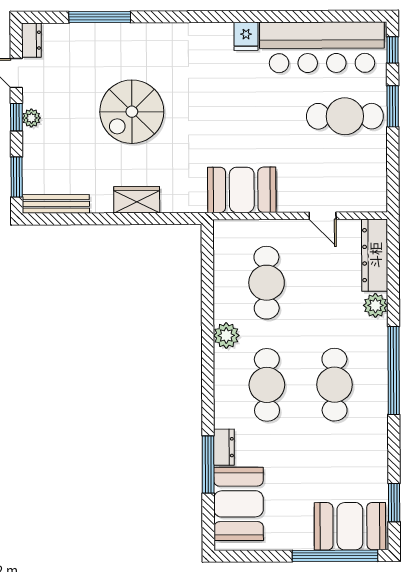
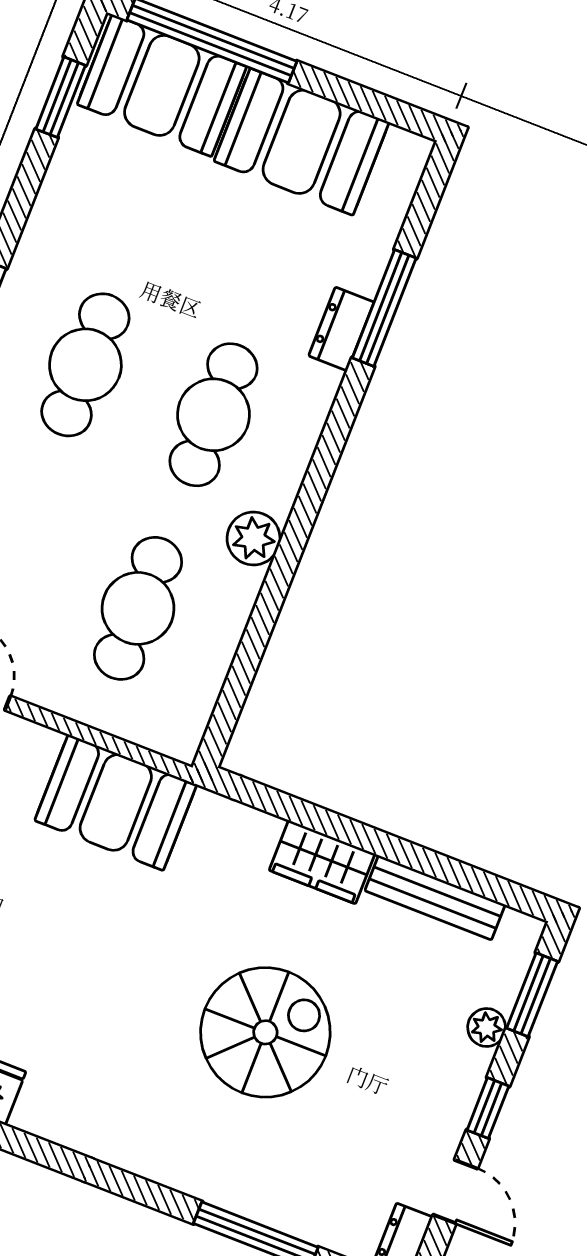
plant: (31, 118) -> (487, 1028), moved
bench: (56, 204) -> (435, 898), moved
booth: (238, 504) -> (302, 142), moved, turned 90

